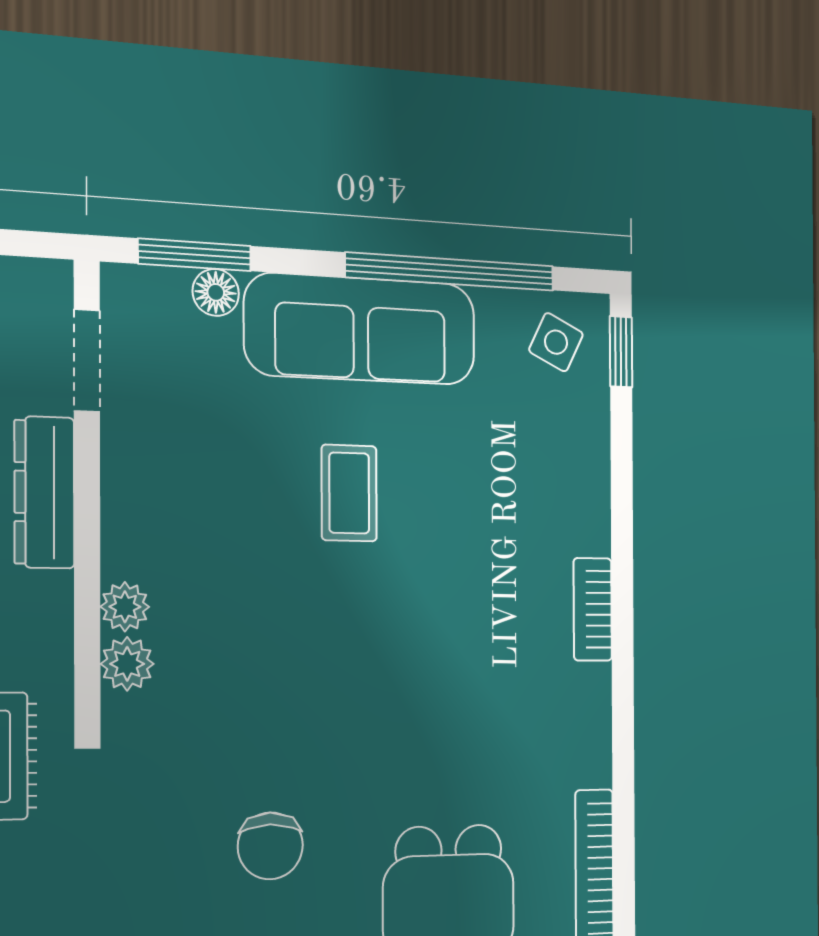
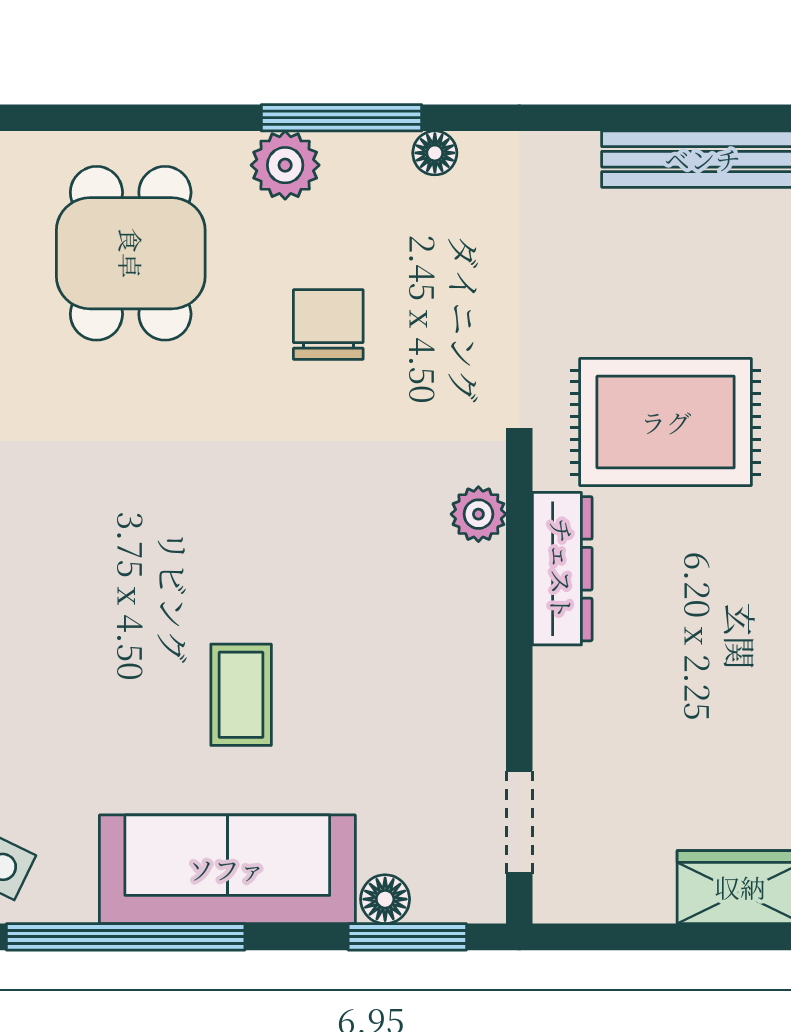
dresser: (44, 492) -> (562, 569), moved
plant: (125, 607) -> (481, 572), removed

